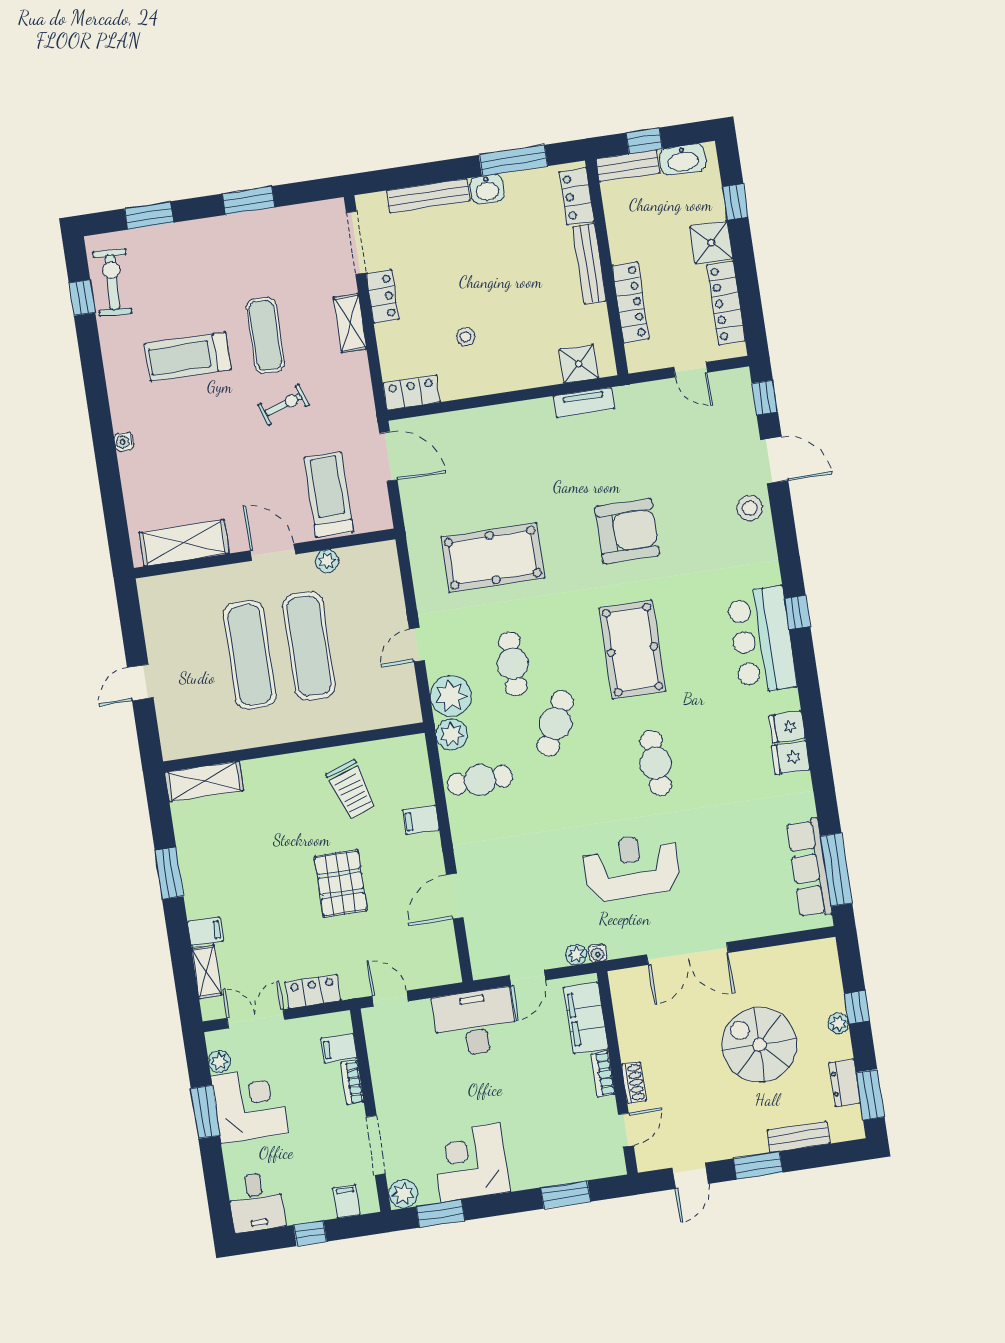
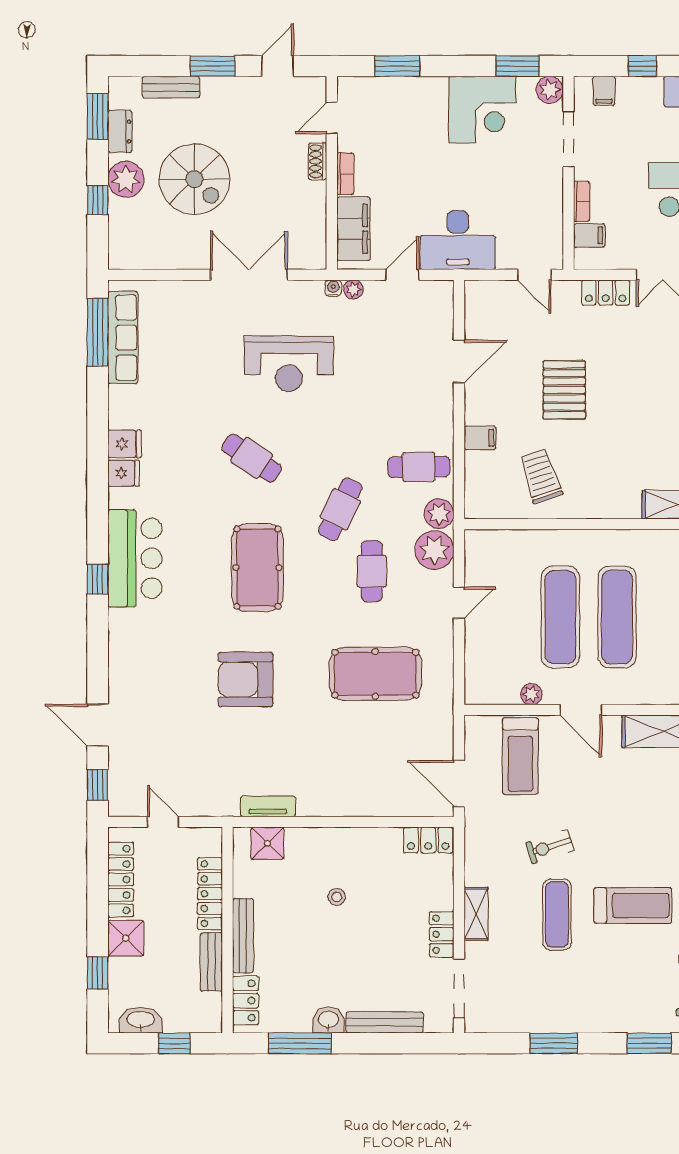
bench: (628, 166) -> (211, 962), moved, turned 90
stool: (466, 337) -> (337, 897), moved
stool: (750, 508) -> (127, 684), removed
cafe table: (656, 763) -> (252, 458), turned -53
plant: (838, 1023) -> (126, 179), width x1.87, depth x1.87

